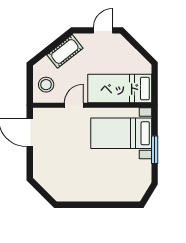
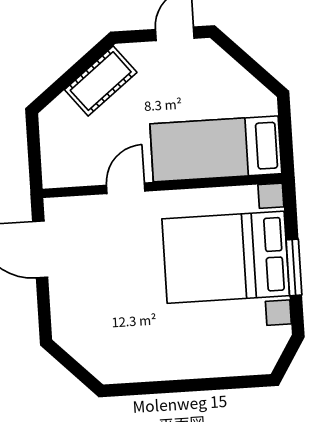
stool: (46, 85) -> (67, 150), removed
bed with nightstands: (121, 133) -> (226, 257), width x1.36

